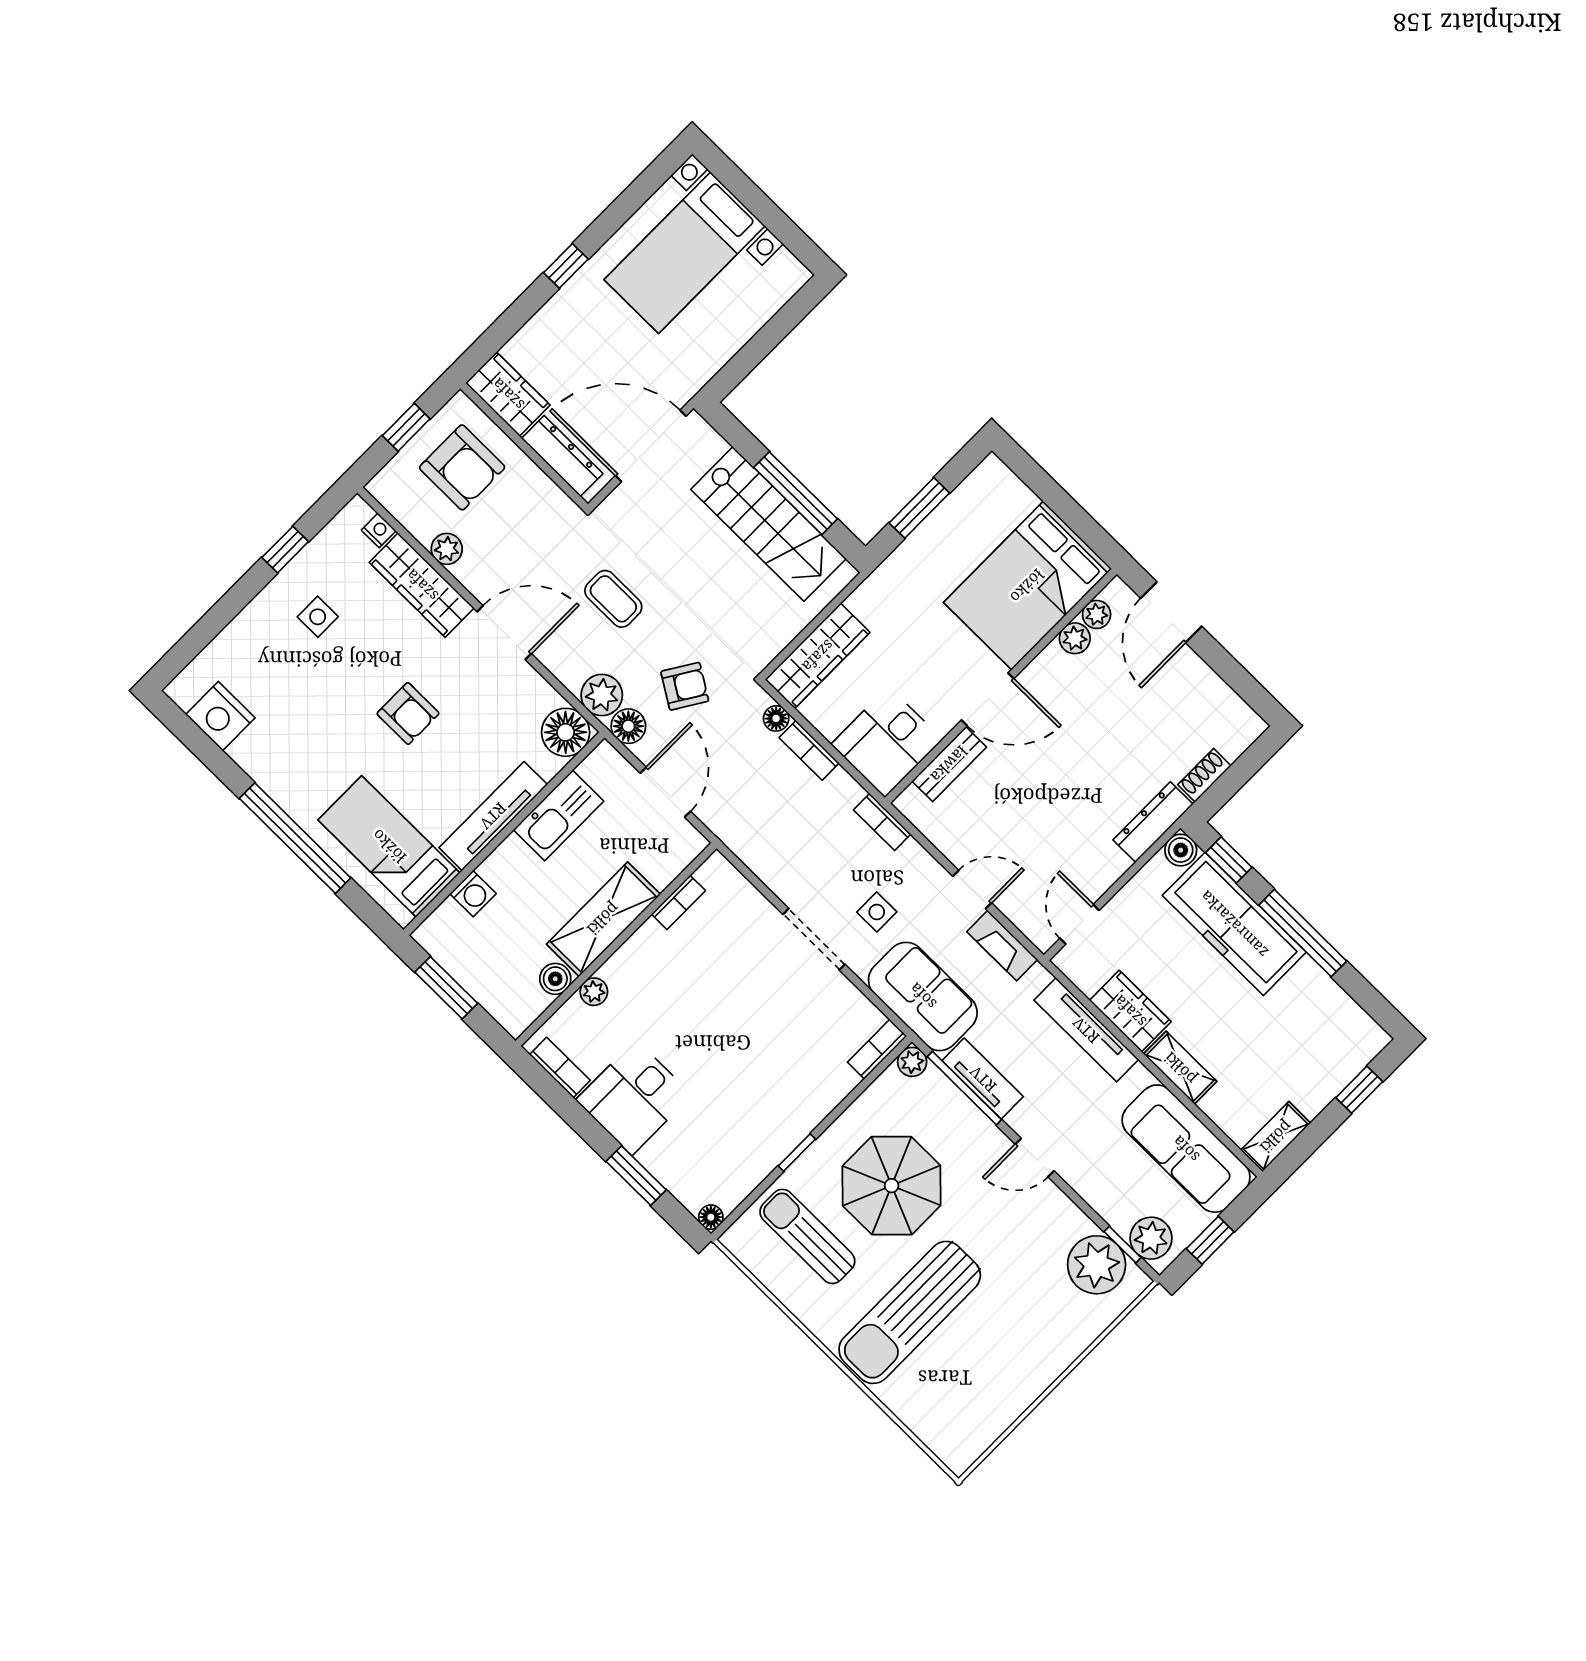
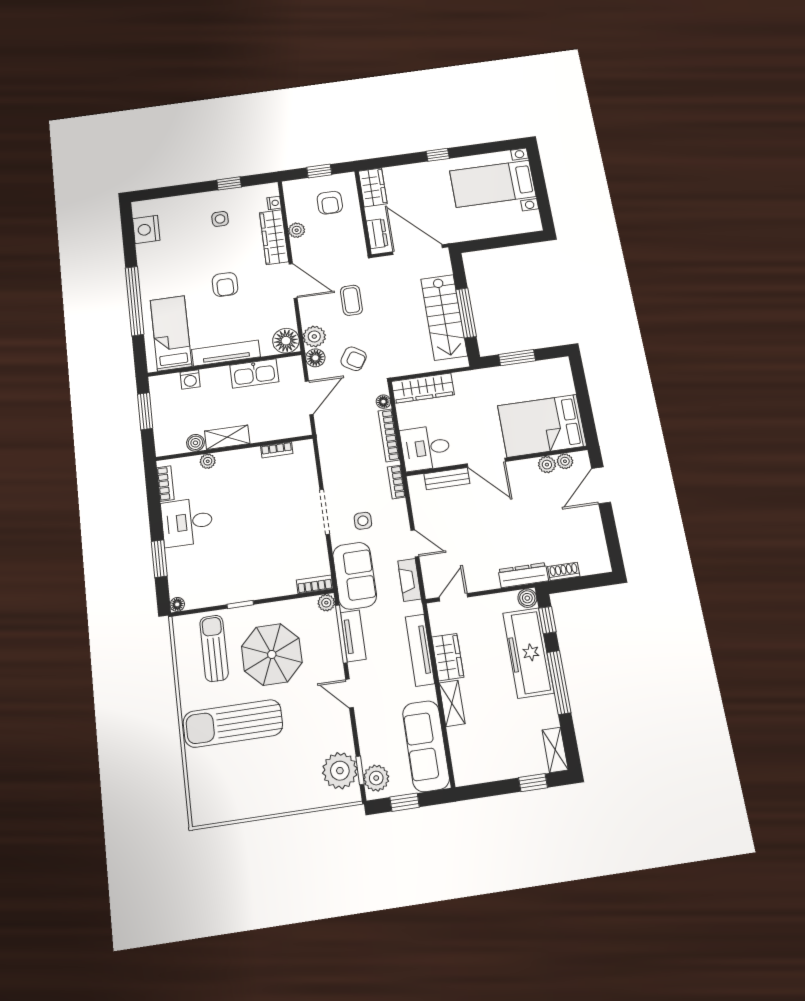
dresser: (562, 456) -> (377, 234), width x0.70
armchair: (462, 467) -> (330, 203), width x0.72, depth x0.72
bookcase: (809, 750) -> (389, 435), width x1.56
shelving: (603, 919) -> (227, 437), width x0.67, depth x0.75
shelving: (1276, 1137) -> (555, 750), moved, turned 90

